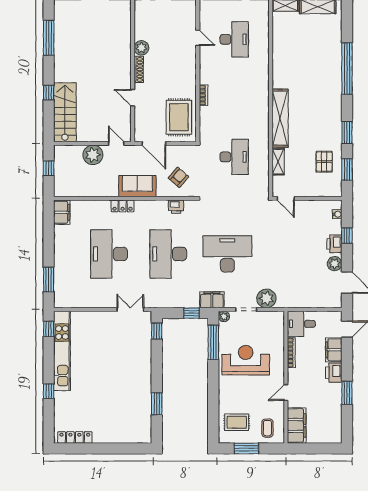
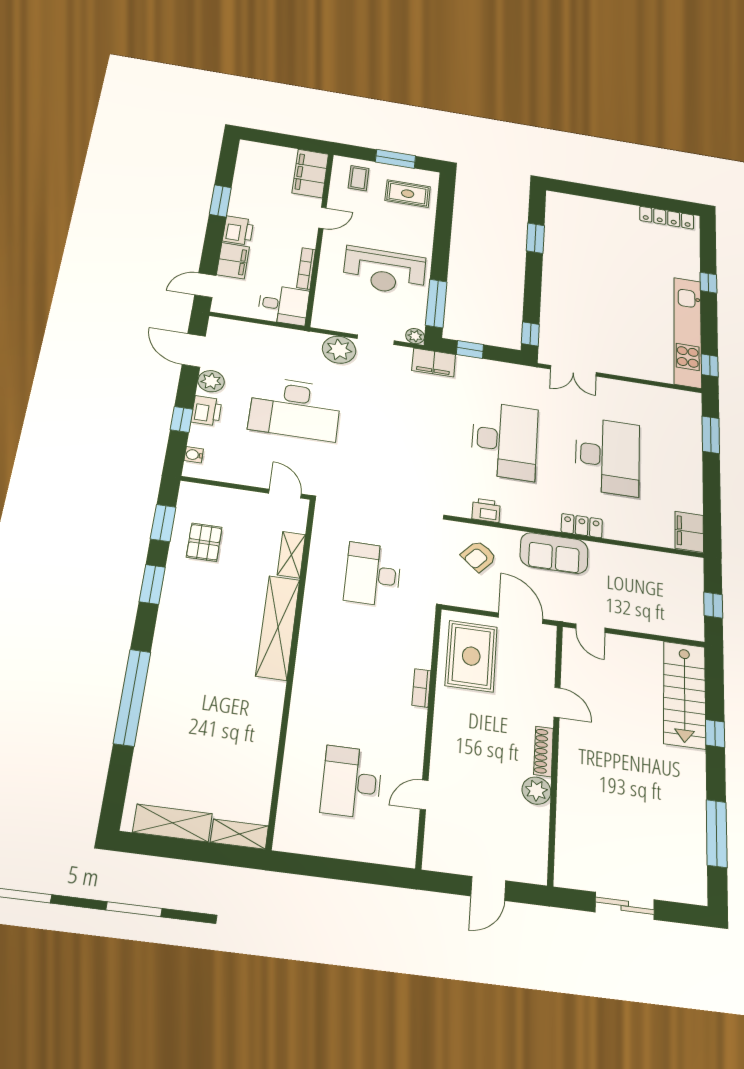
door: (198, 38) -> (424, 795), hinge flipped
plant: (93, 155) -> (633, 615), removed
desk: (227, 254) -> (295, 409), moved

